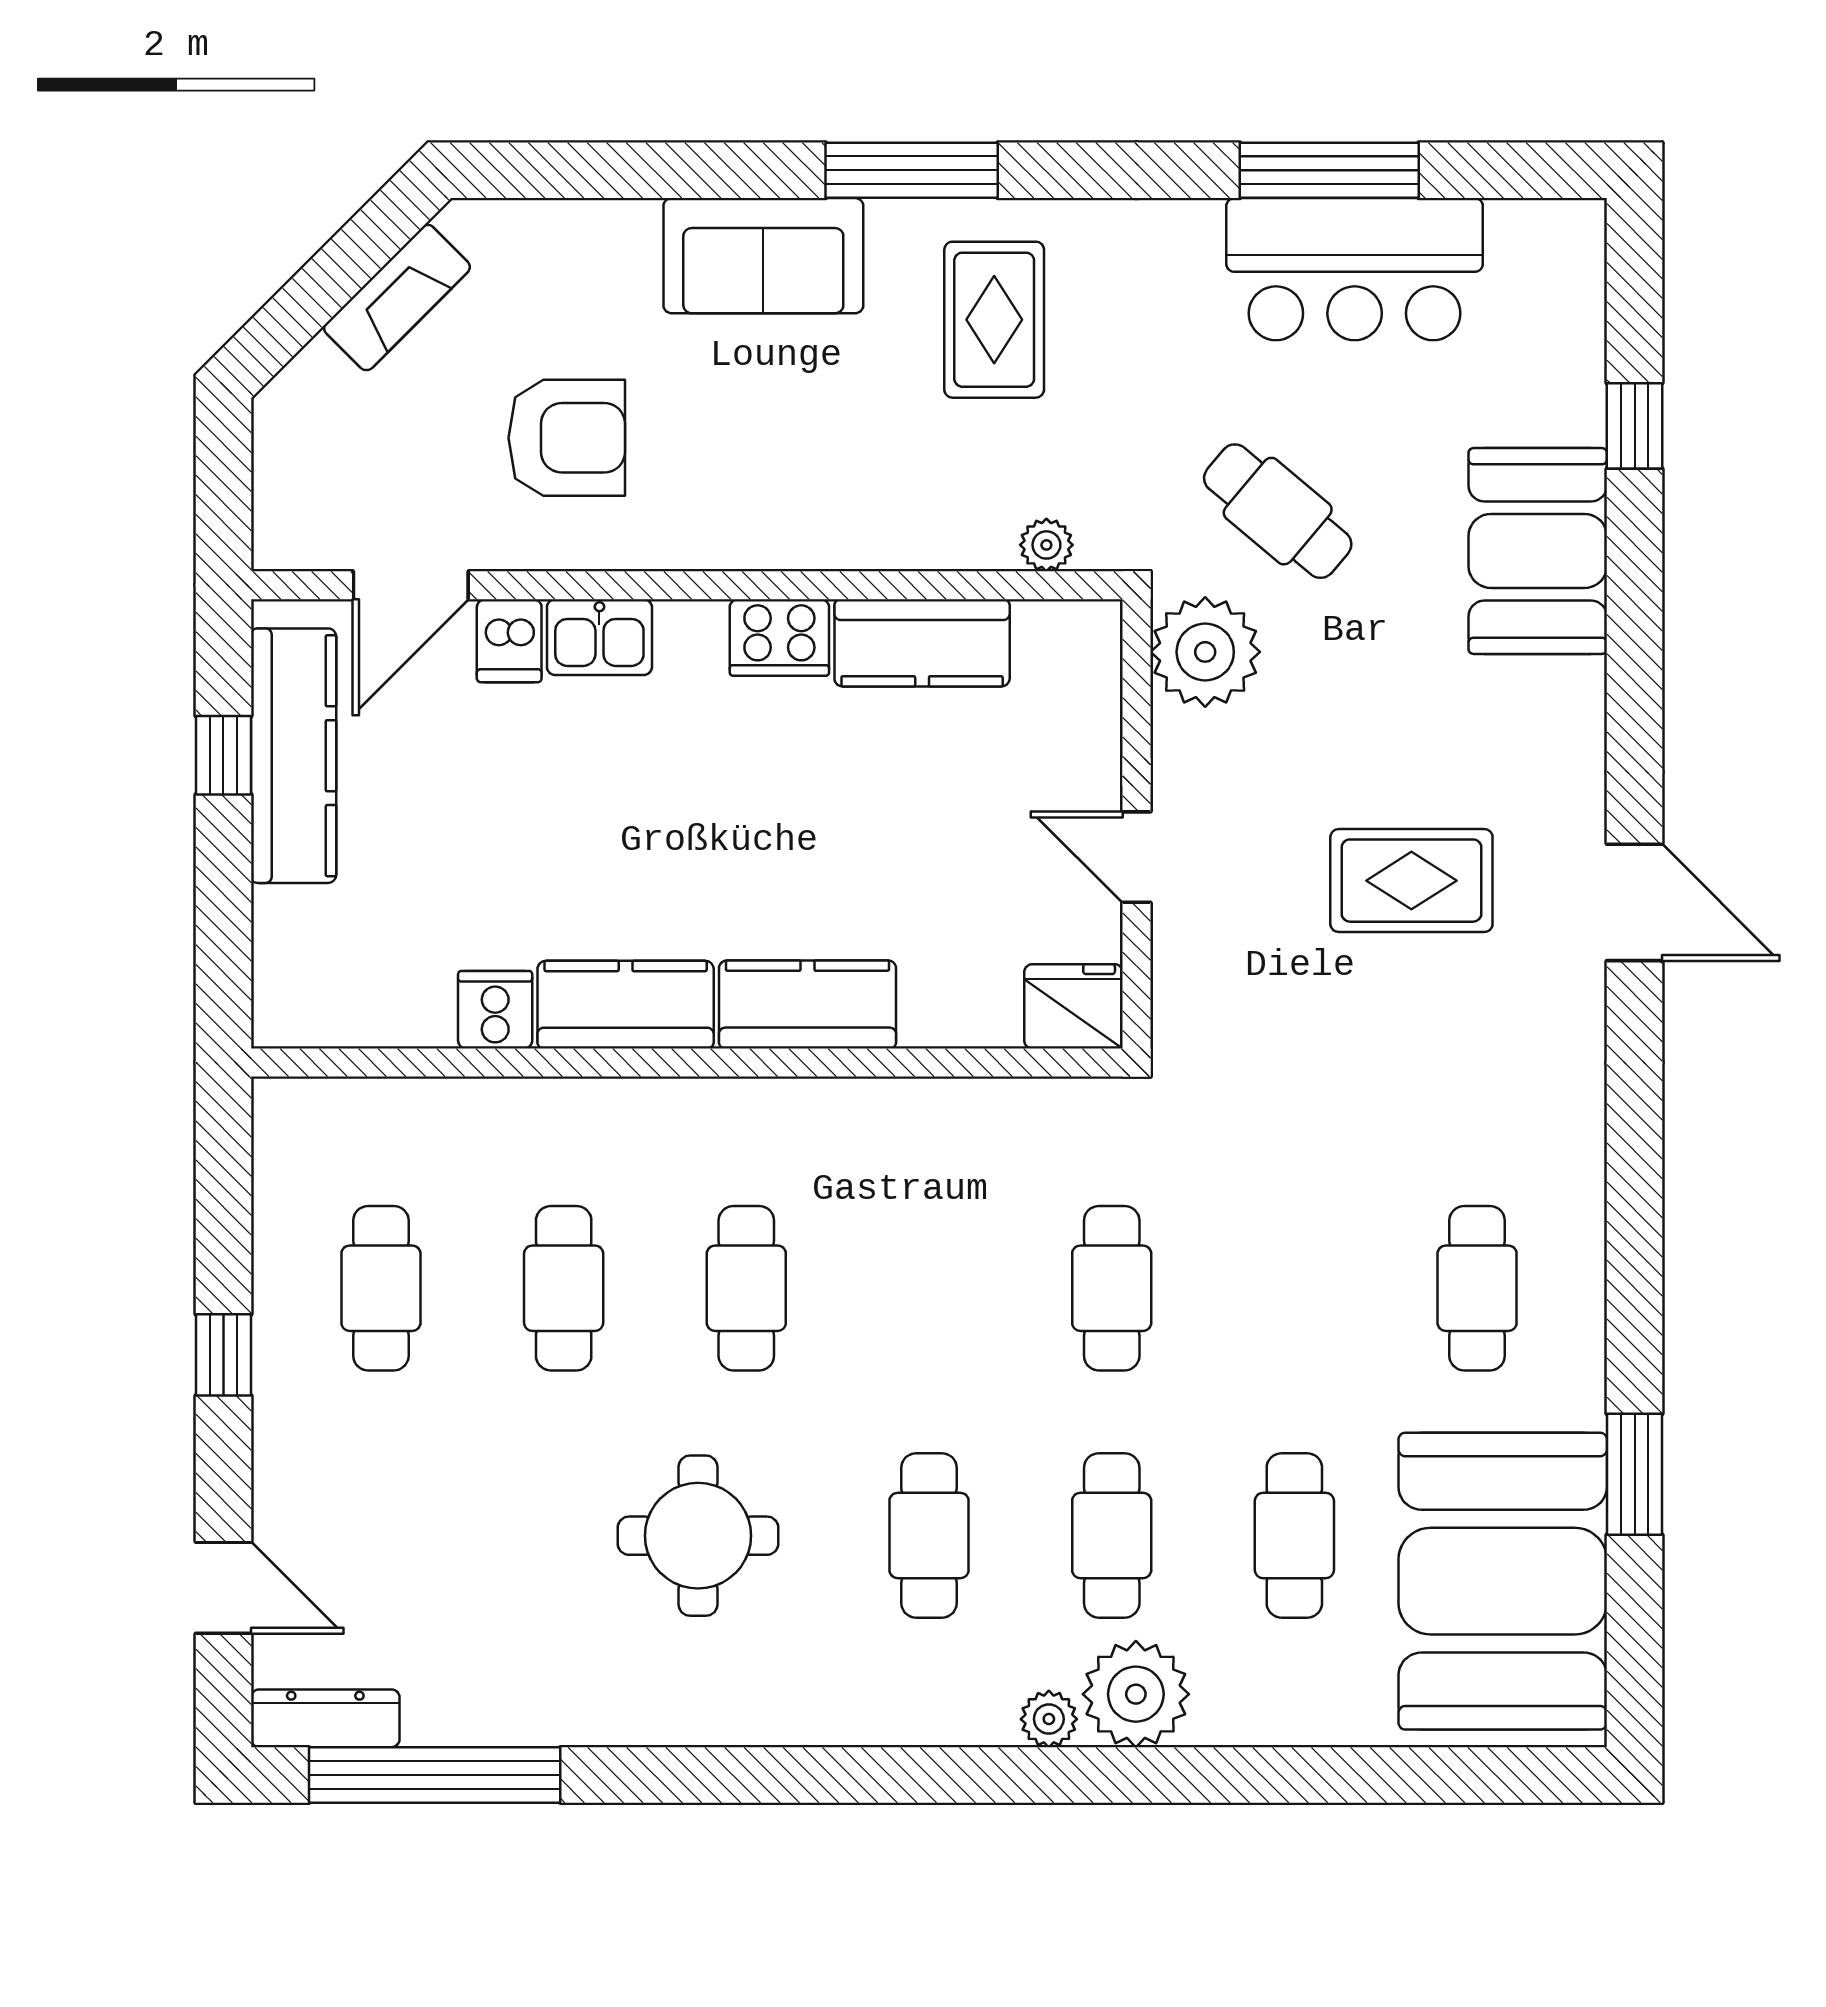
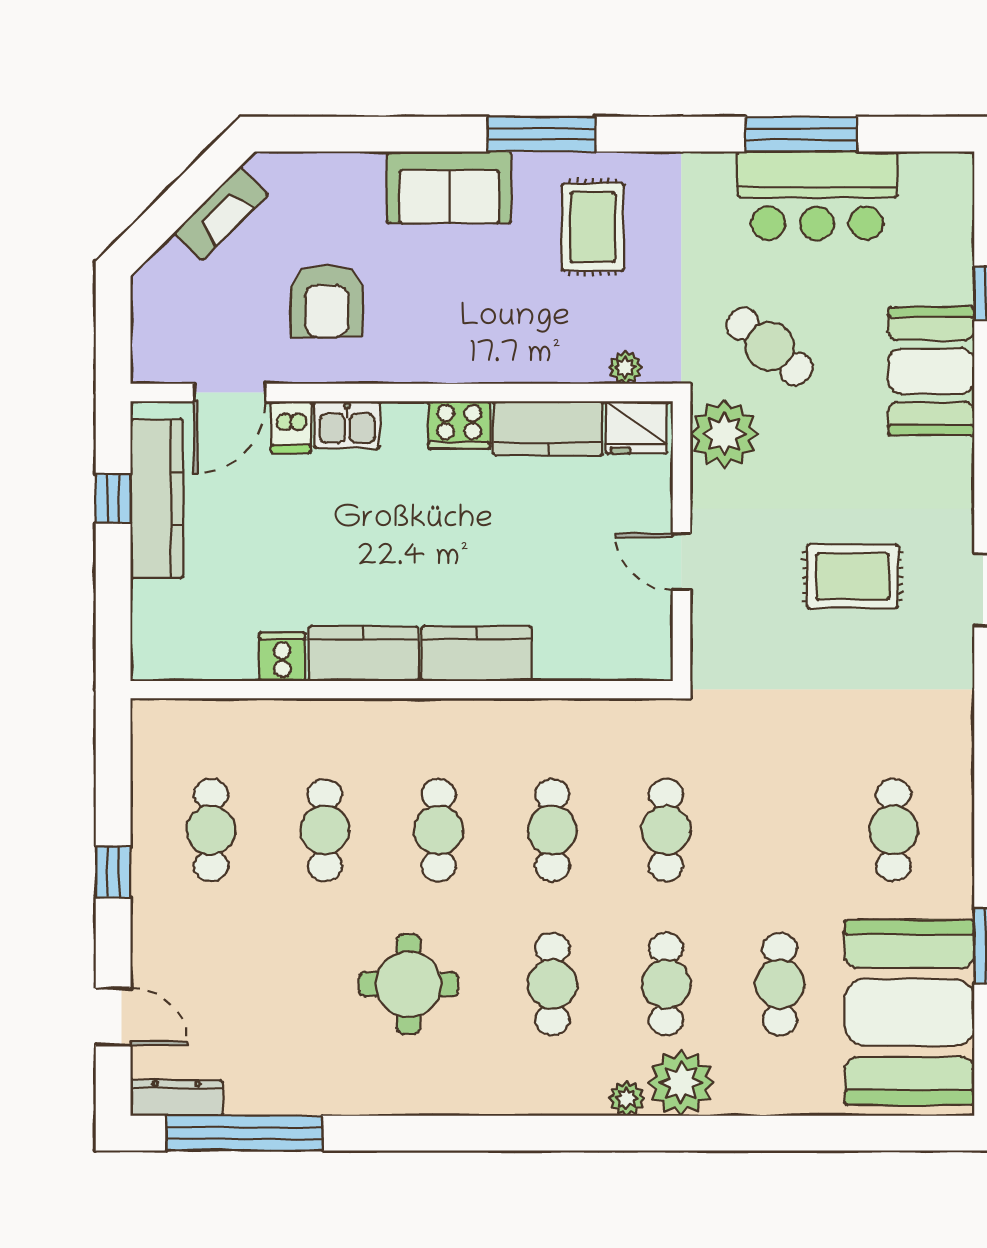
armchair: (567, 438) -> (327, 301), turned 90
fridge: (1074, 1006) -> (636, 427), moved, turned 180
cafe table: (929, 1288) -> (552, 830), added

